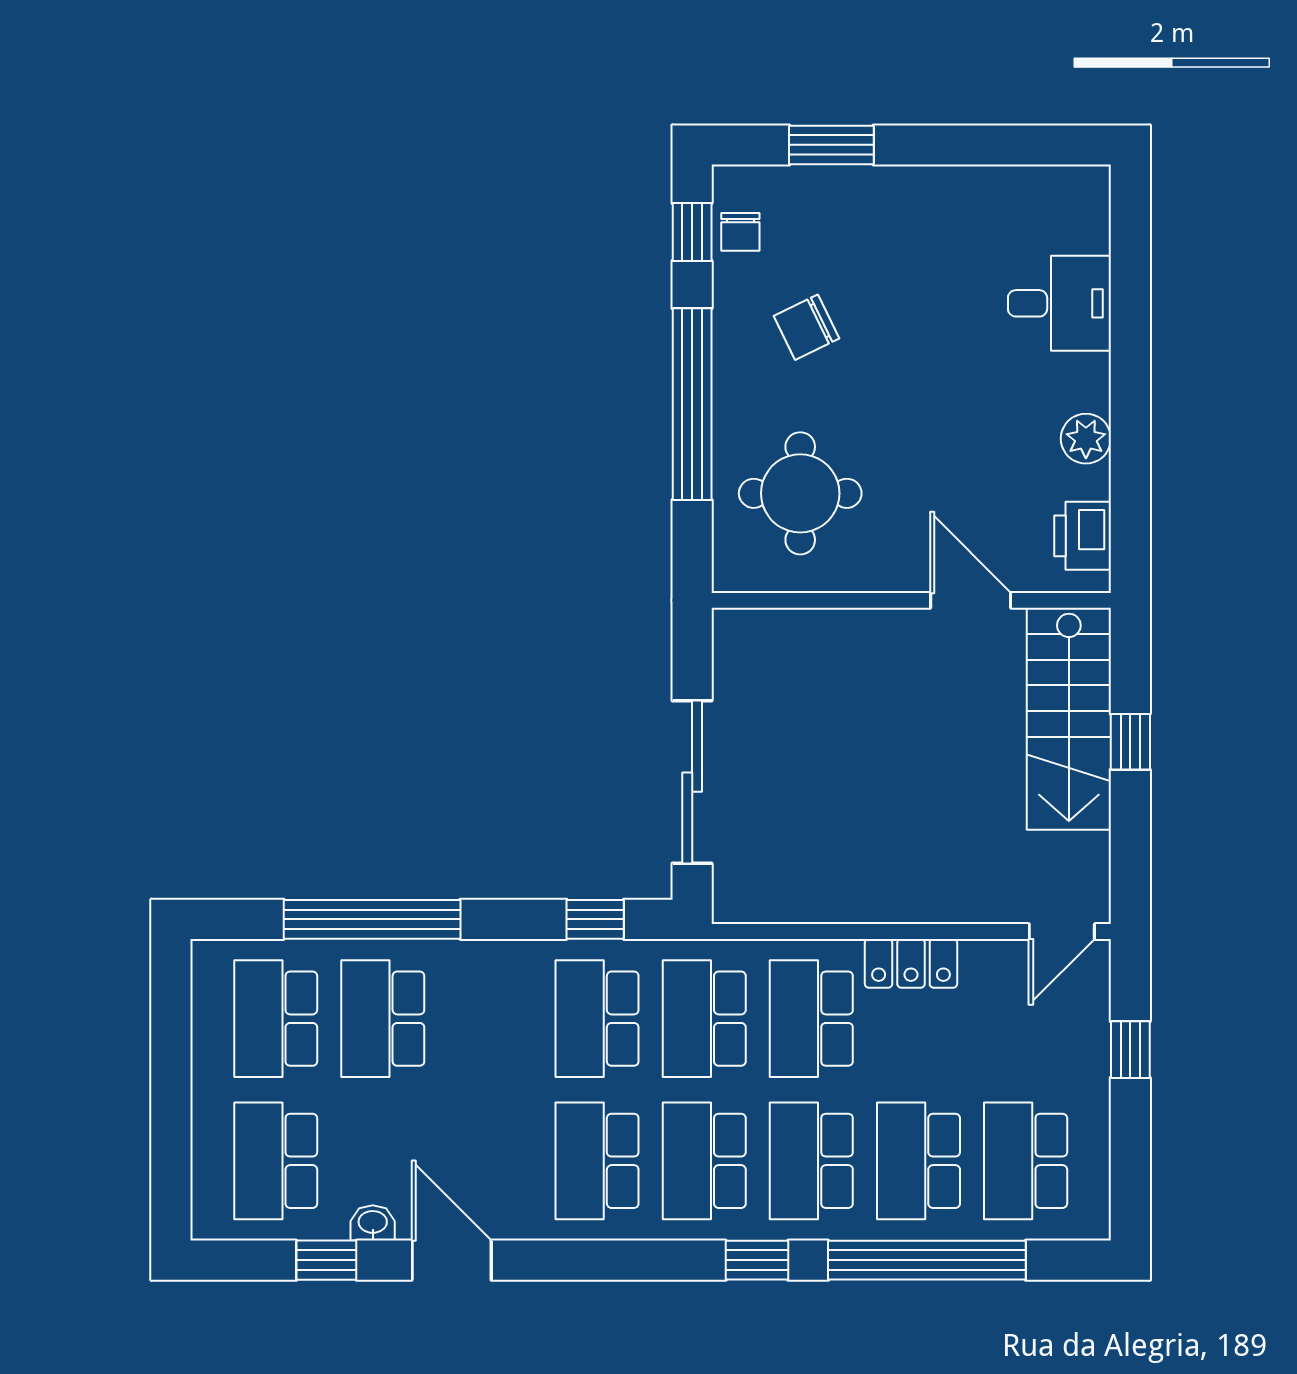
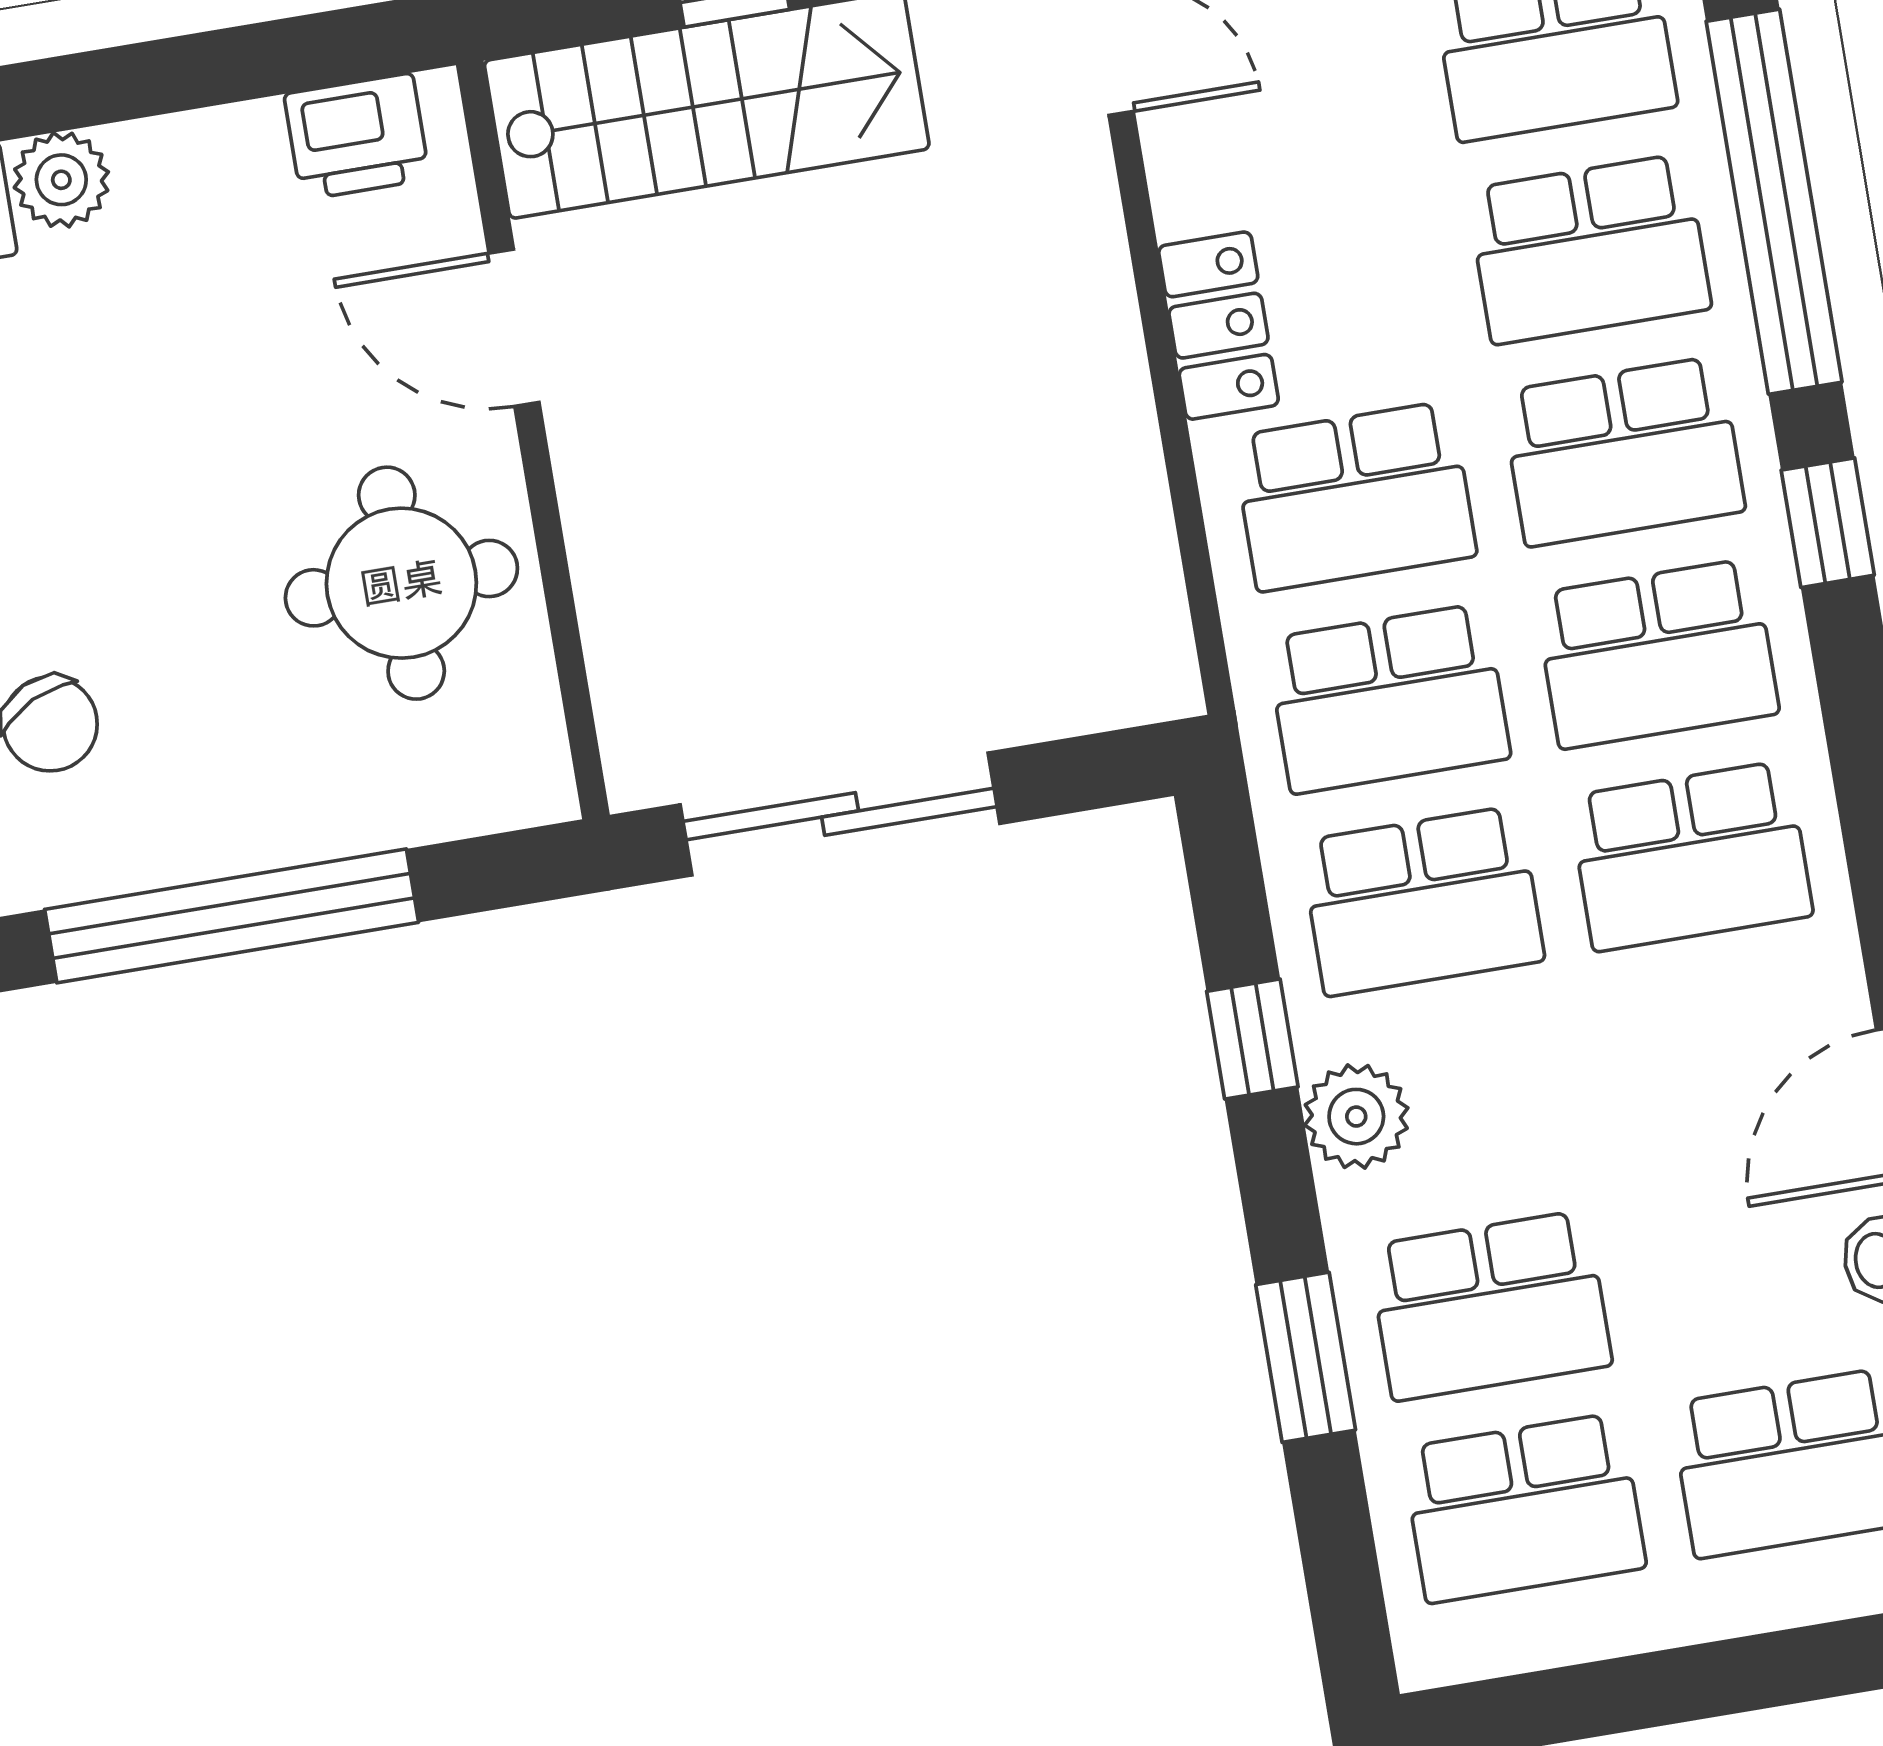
plant: (1086, 439) -> (61, 180), moved
round table: (800, 493) -> (401, 583), moved
door: (971, 600) -> (514, 328), hinge flipped
sliding door: (692, 782) -> (840, 814), moved
window: (372, 919) -> (1306, 1357), width x0.47
window: (595, 919) -> (1252, 1039), moved
plant: (492, 966) -> (1356, 1117), added

